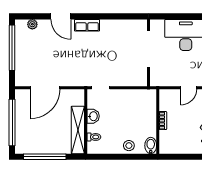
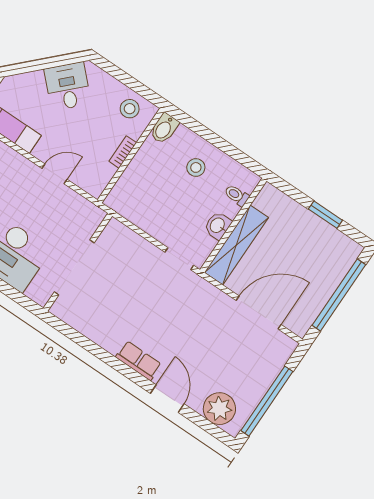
plant: (32, 24) -> (219, 409), width x1.88, depth x1.88
shelving: (78, 130) -> (236, 245), moved
stool: (174, 144) -> (130, 109), added
stool: (129, 146) -> (196, 167), moved
window: (45, 157) -> (325, 215), width x0.47

